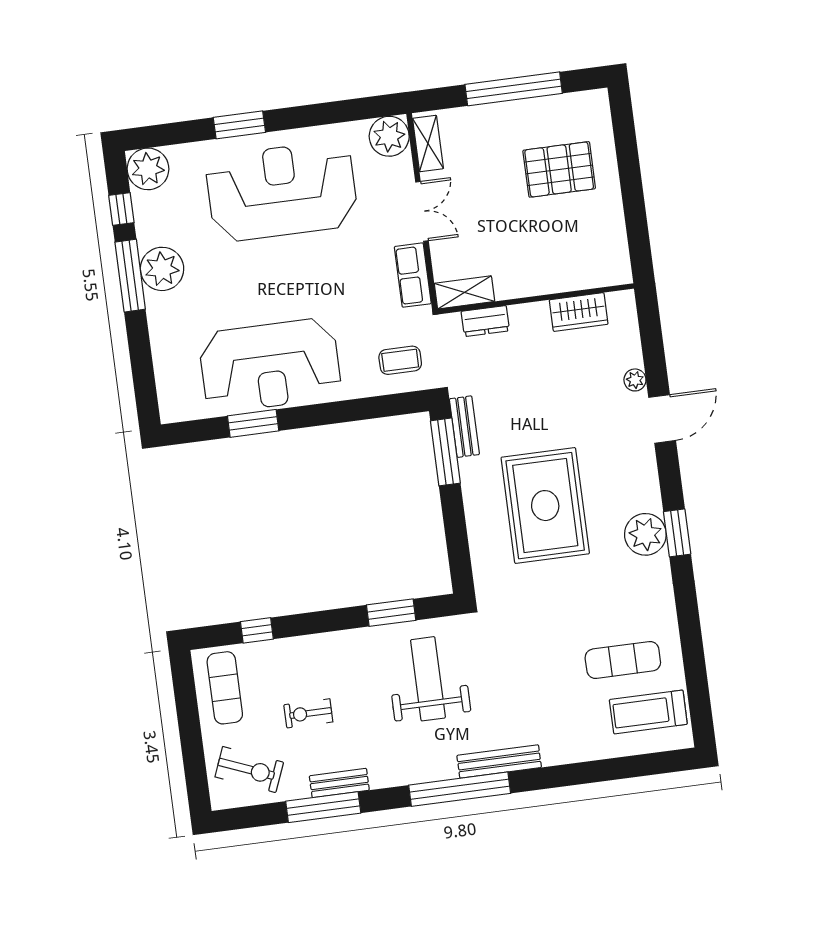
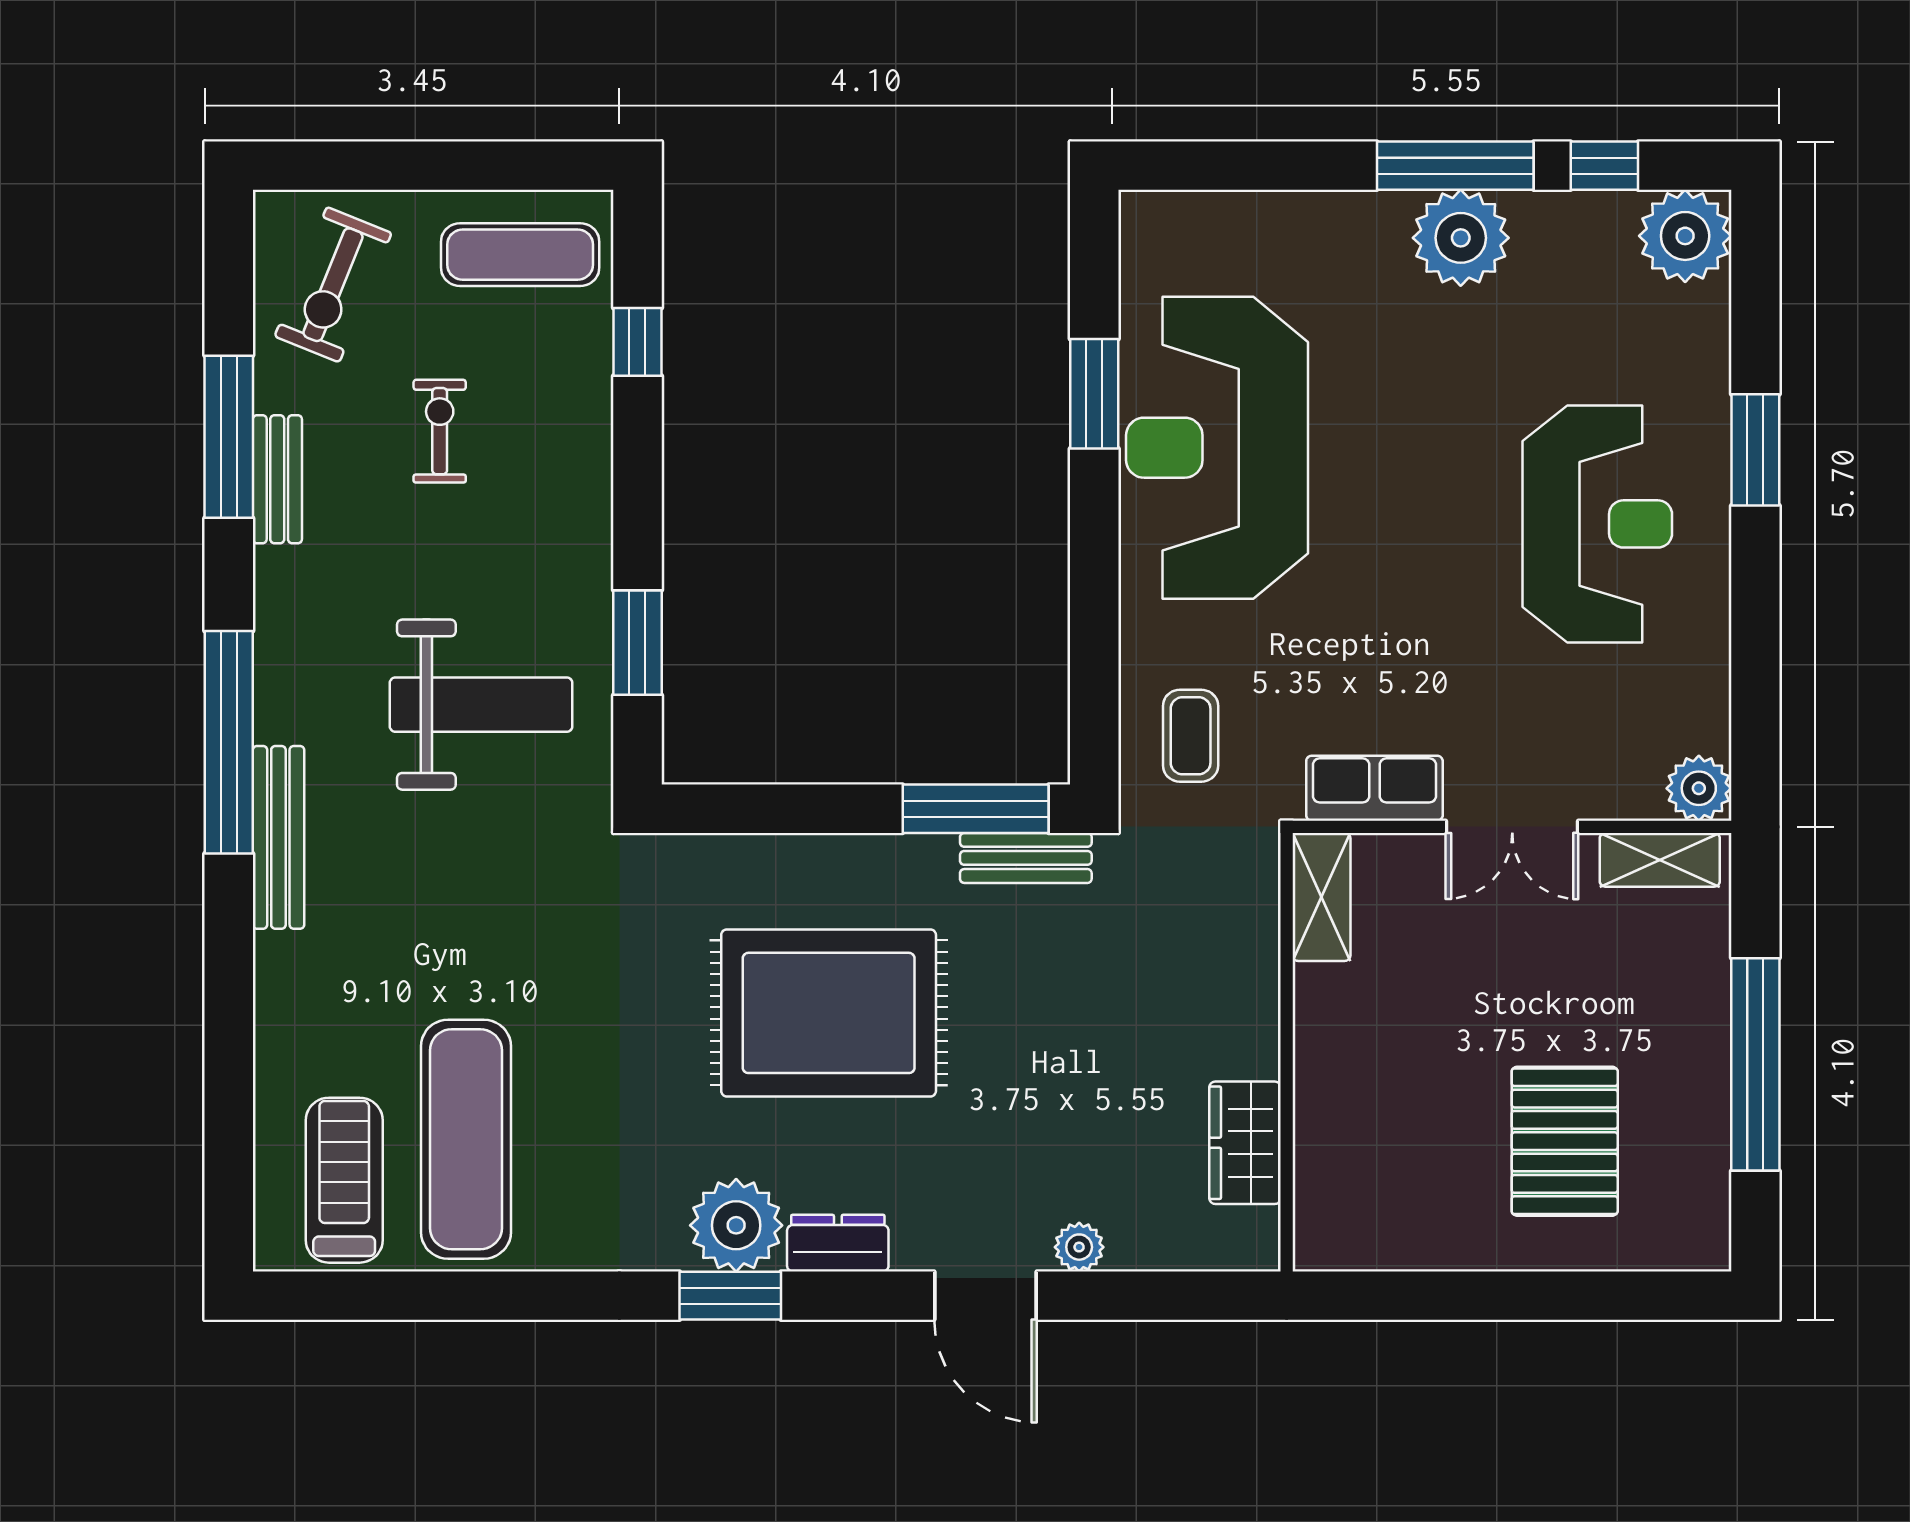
plant: (389, 136) -> (1699, 788), width x0.73, depth x0.73
reception desk: (282, 191) -> (1597, 524), width x0.74, depth x0.77
dresser: (485, 321) -> (838, 1243), moved, turned 90
exercise mat: (623, 660) -> (466, 1139), width x1.36, depth x1.45

